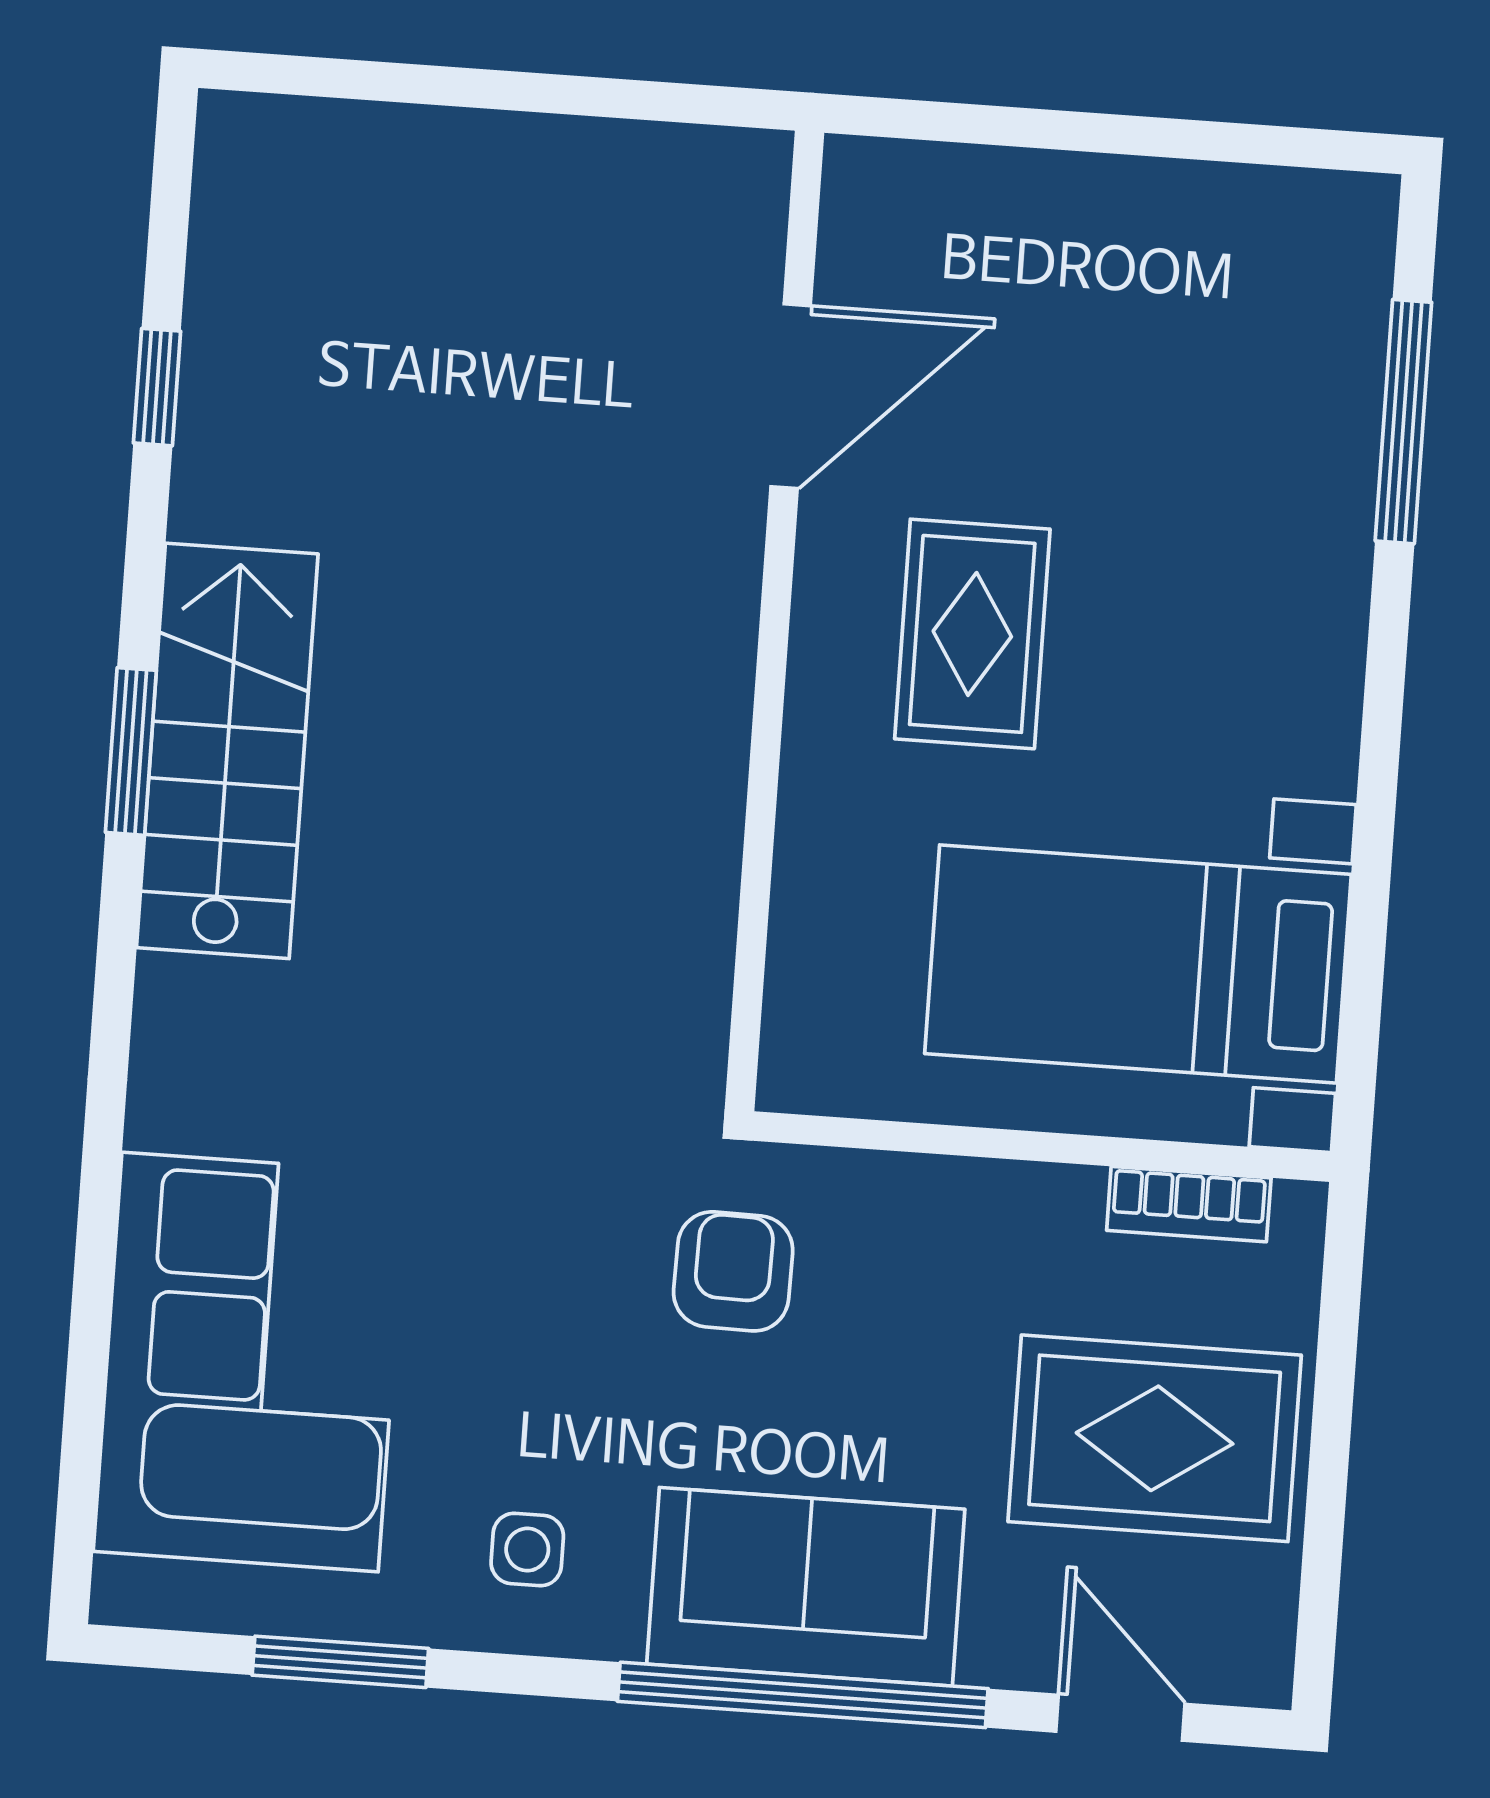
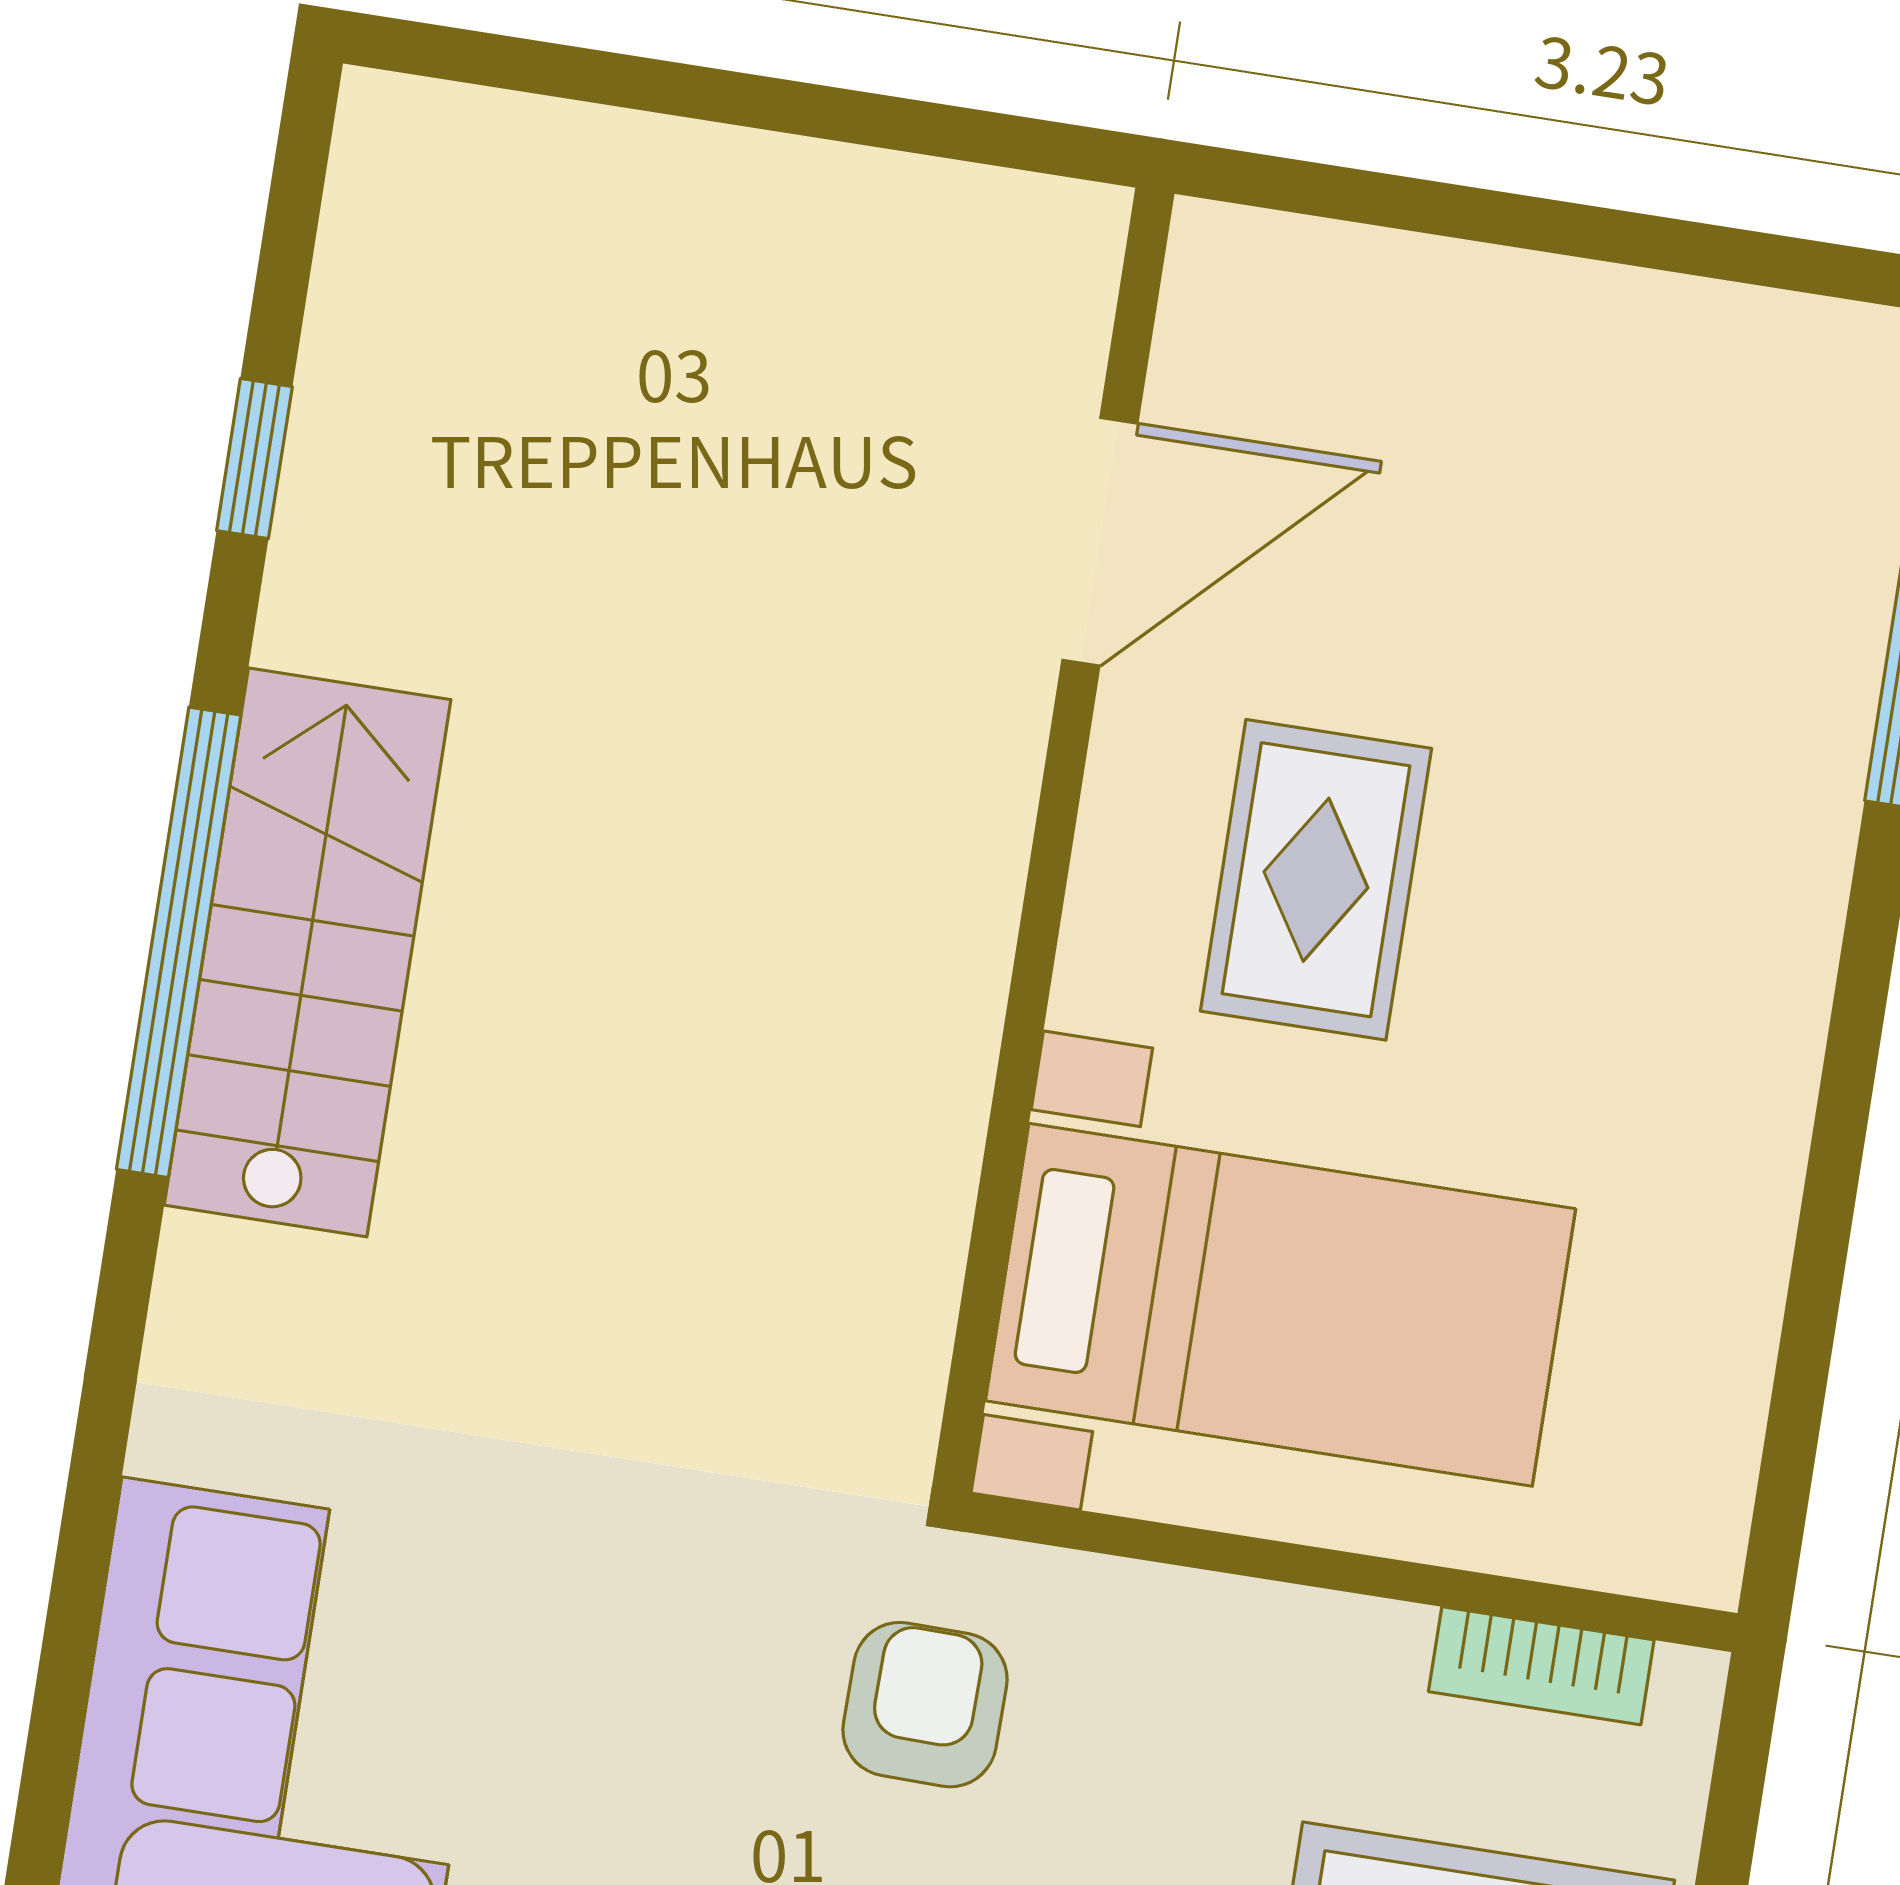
window: (131, 751) -> (179, 942), width x2.11
bed with nightstands: (1138, 964) -> (1281, 1305), moved, turned 180

